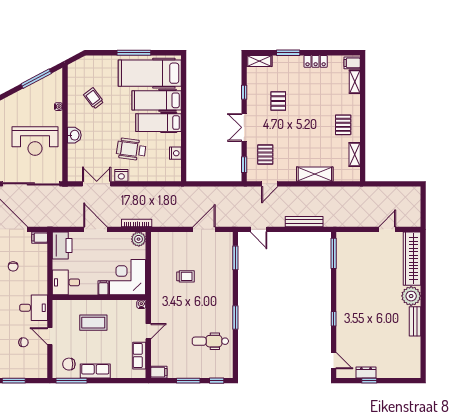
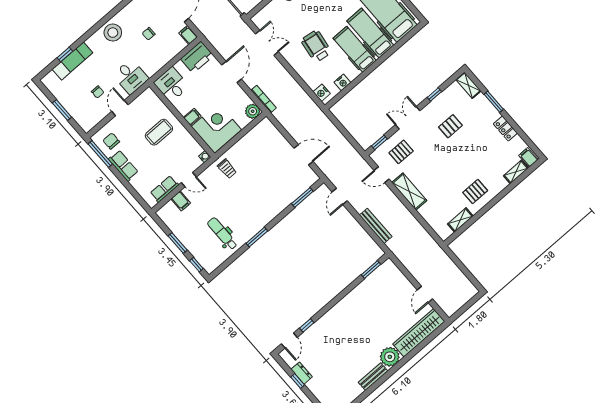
shelving: (315, 174) -> (409, 191), moved
nightstand: (121, 175) -> (322, 93), moved
door: (387, 229) -> (425, 294), swing flipped
window: (334, 253) -> (371, 269), width x0.69
trolley: (185, 276) -> (227, 169), moved
window: (334, 319) -> (307, 325), moved
coffee table: (93, 323) -> (159, 132), turned 90
filing cabinet: (159, 372) -> (181, 201), moved

